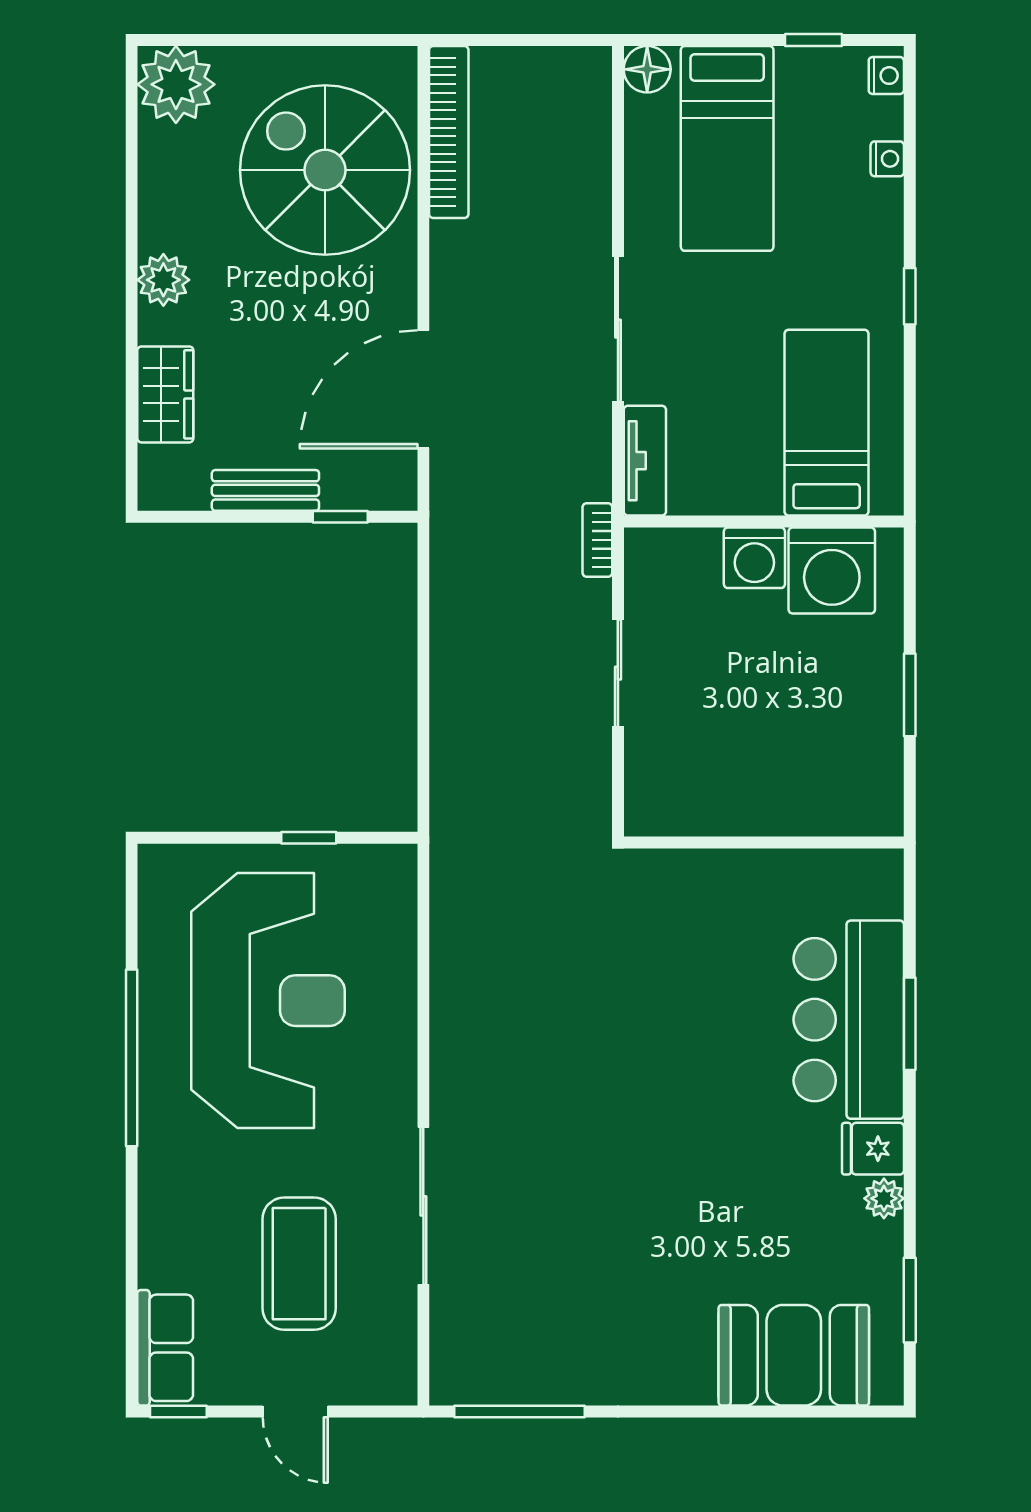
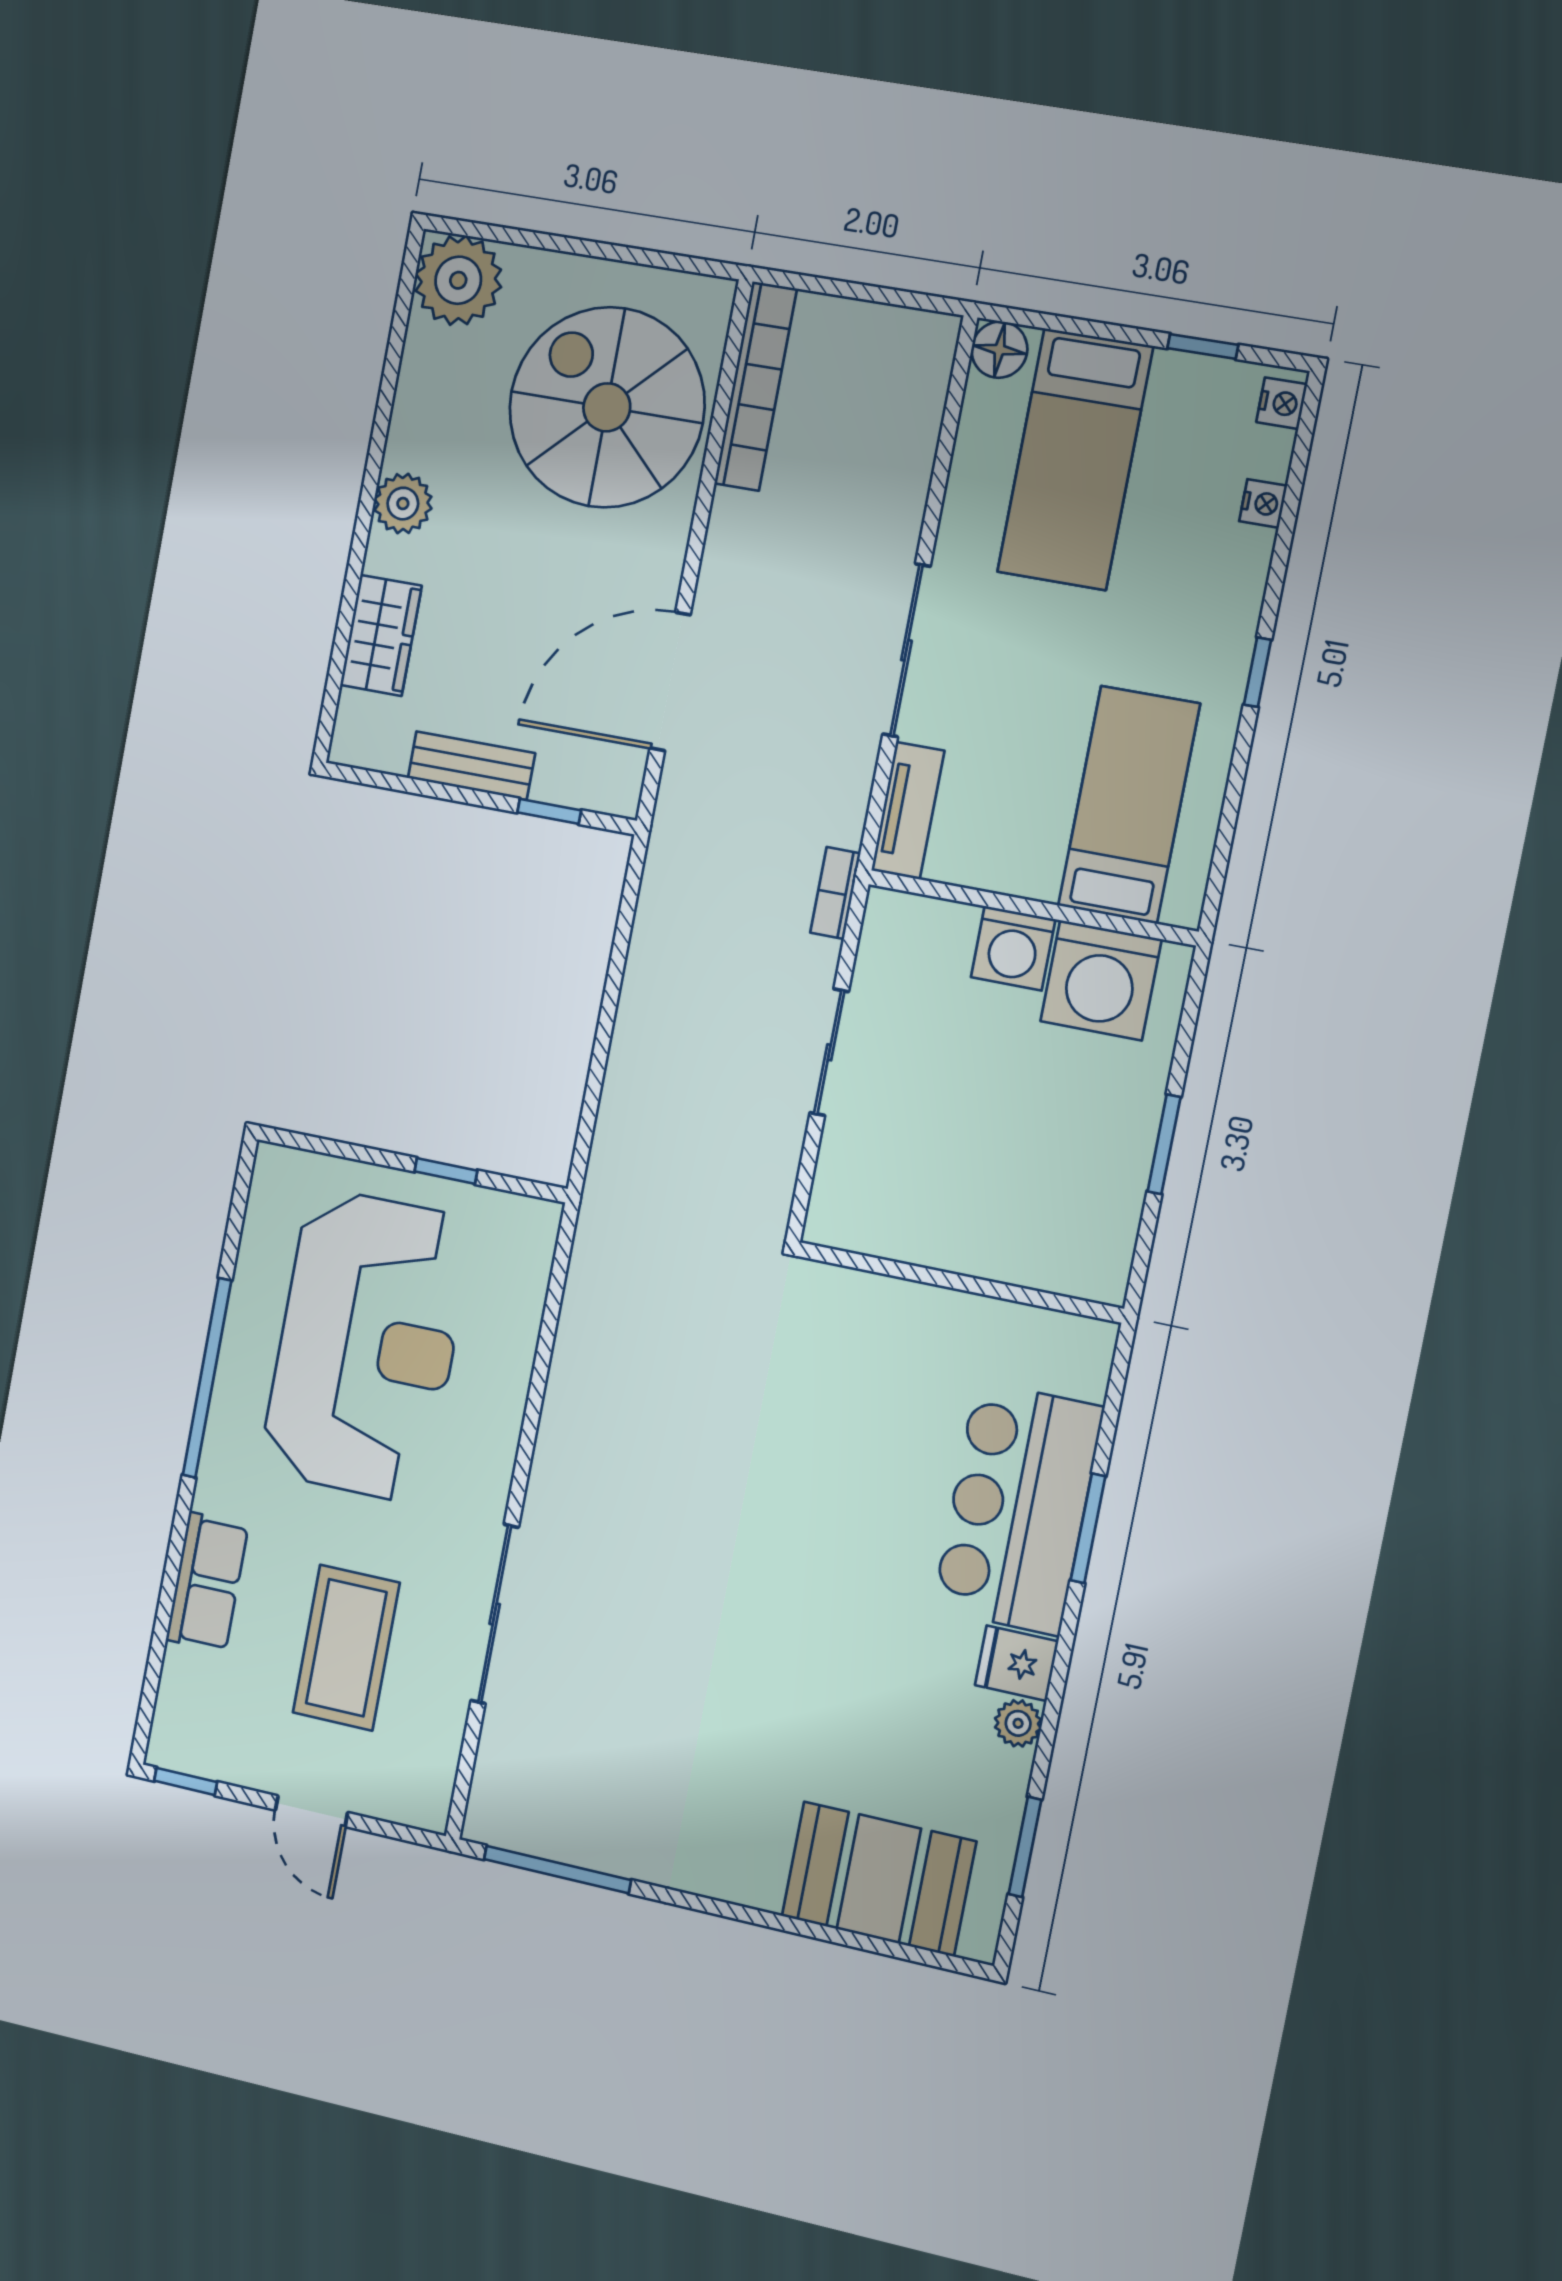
row of seats: (165, 1348) -> (207, 1582), moved

